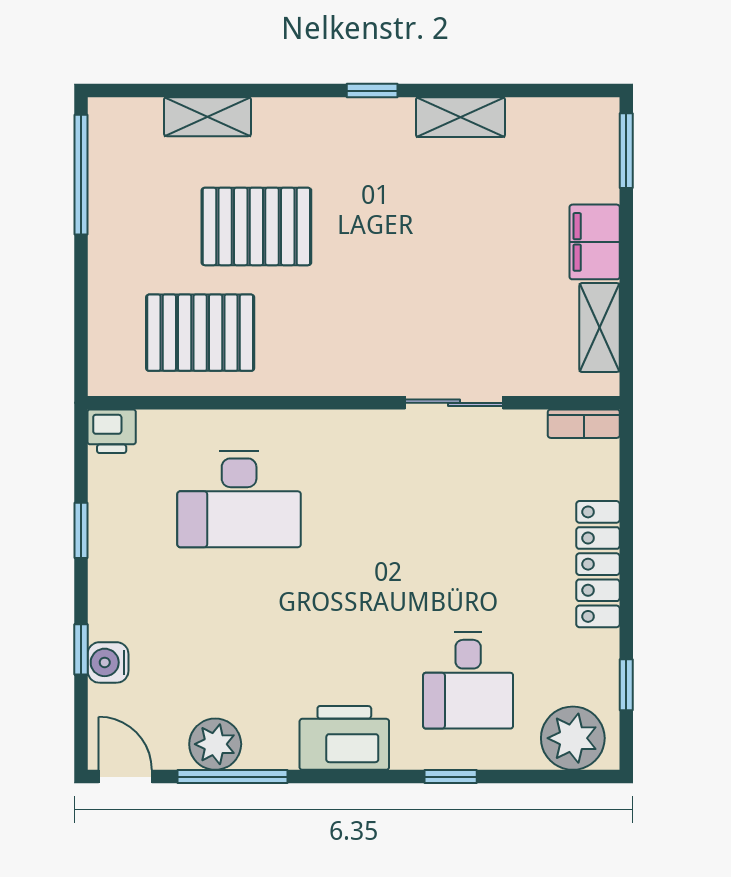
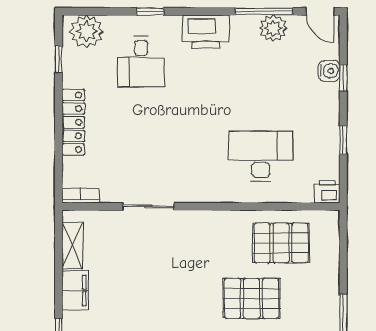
desk: (468, 680) -> (141, 62), turned 180

